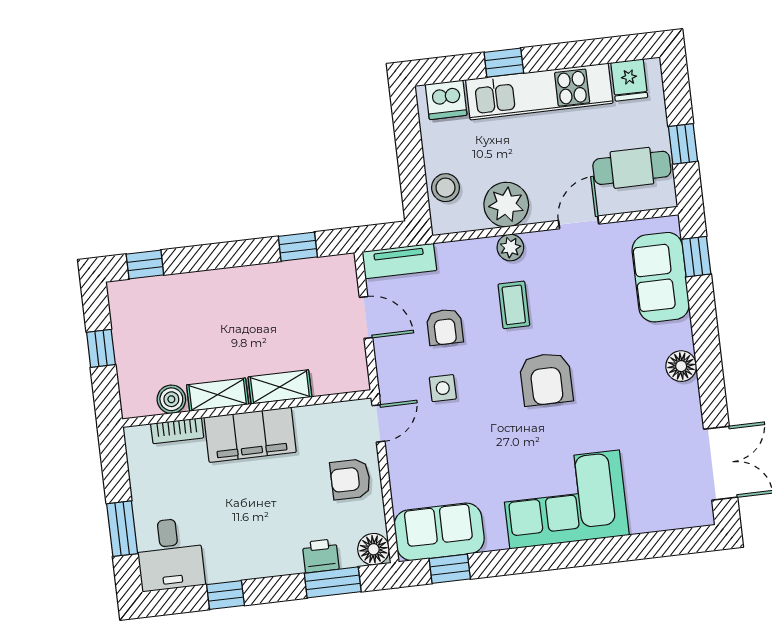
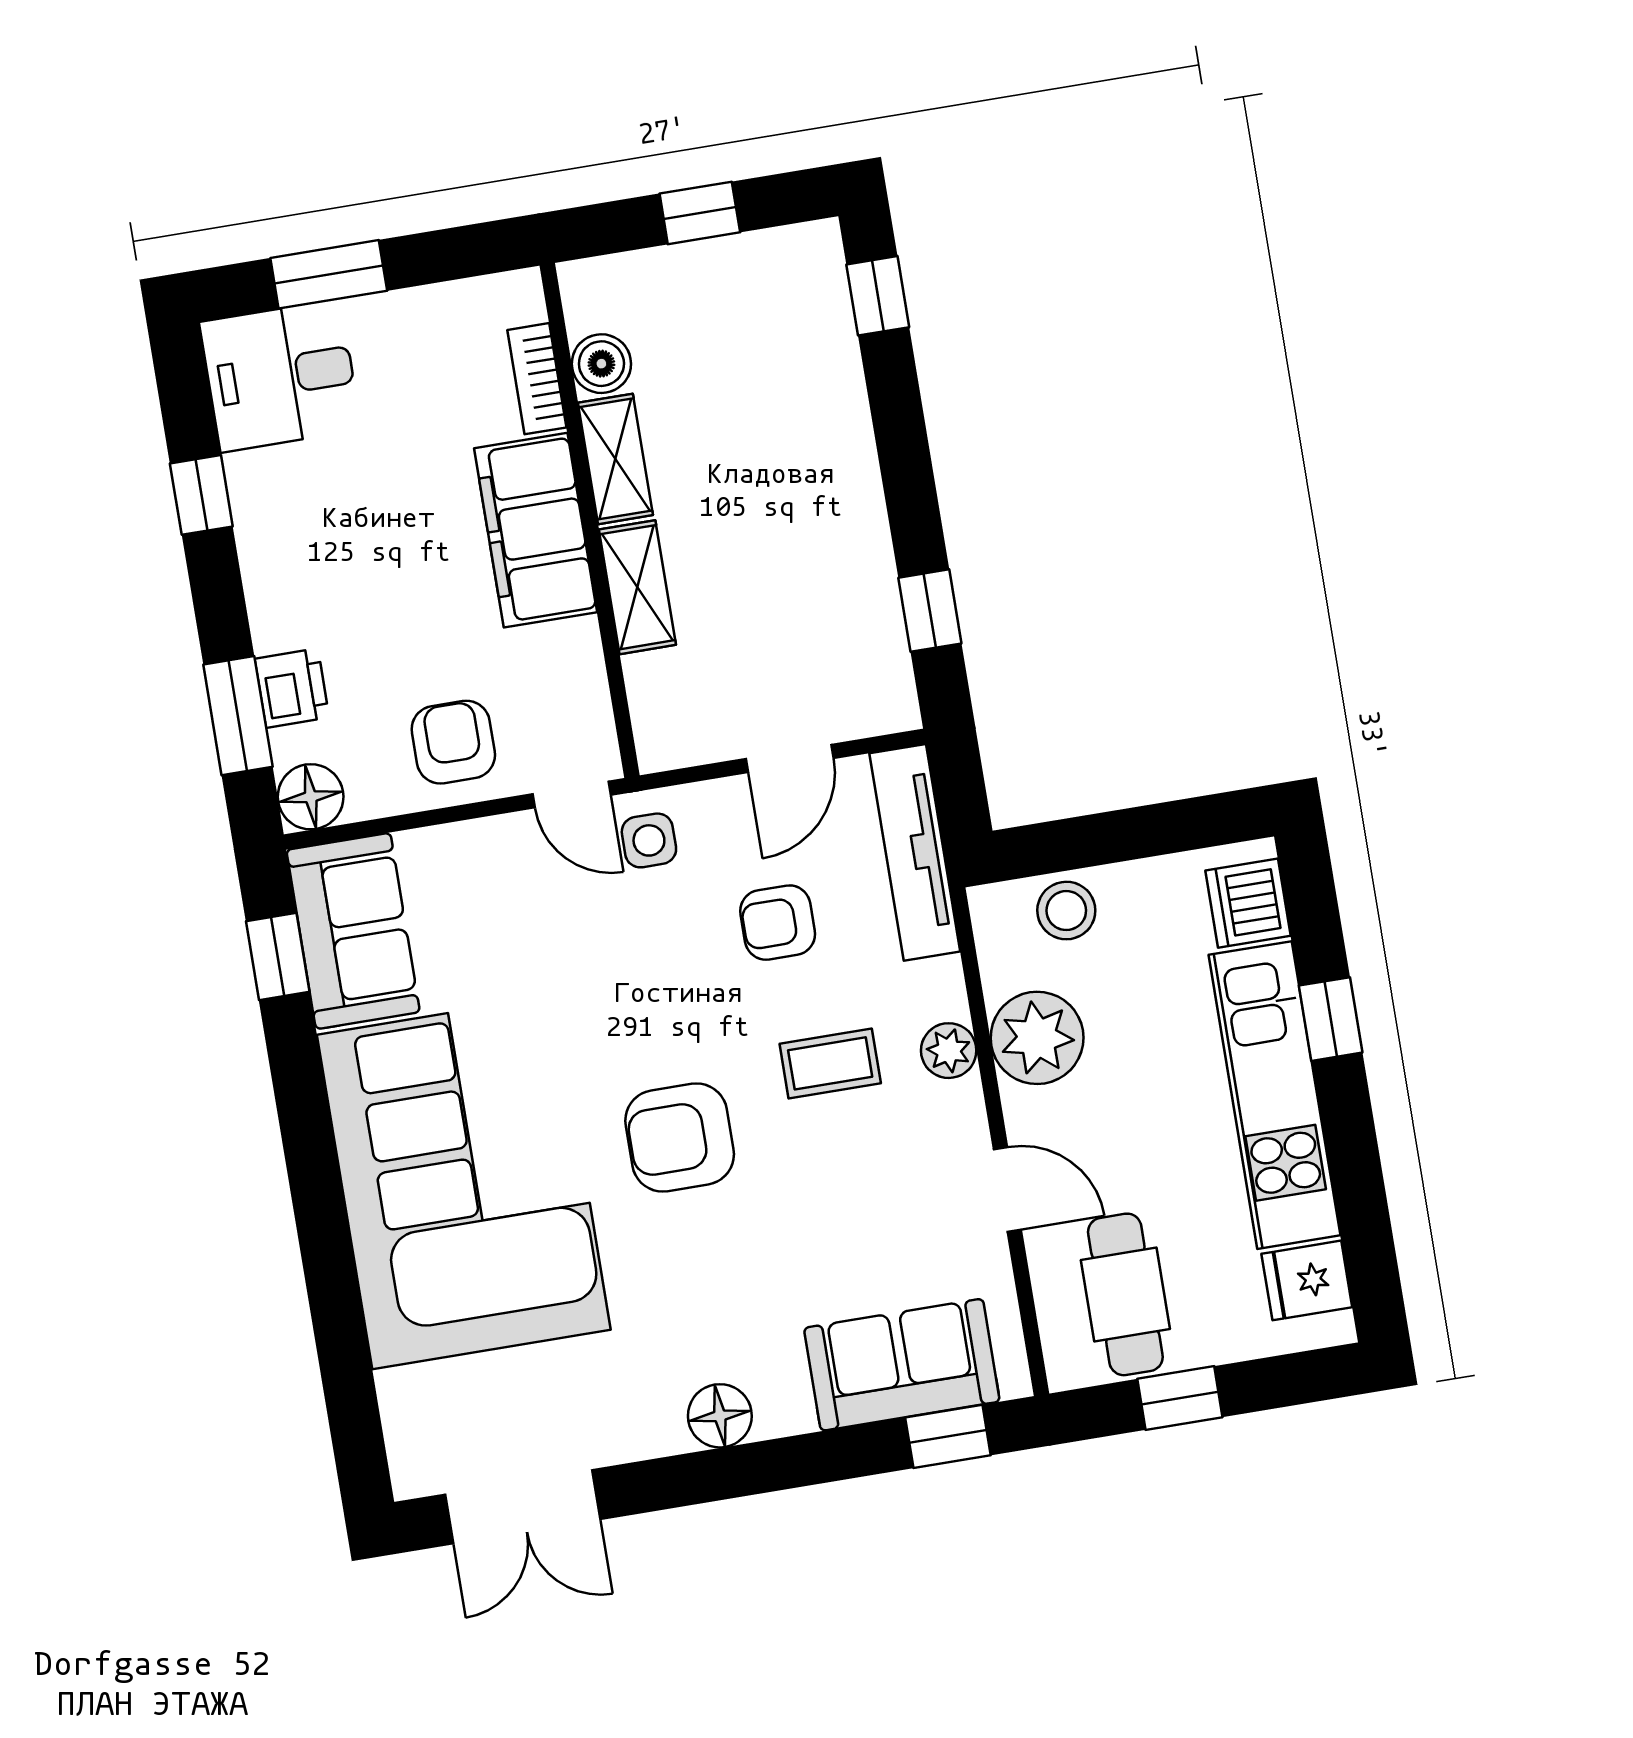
tv unit: (399, 261) -> (915, 852), width x1.41
side table: (443, 388) -> (649, 840), moved
corner sofa: (565, 499) -> (464, 1182), width x1.36, depth x1.36

